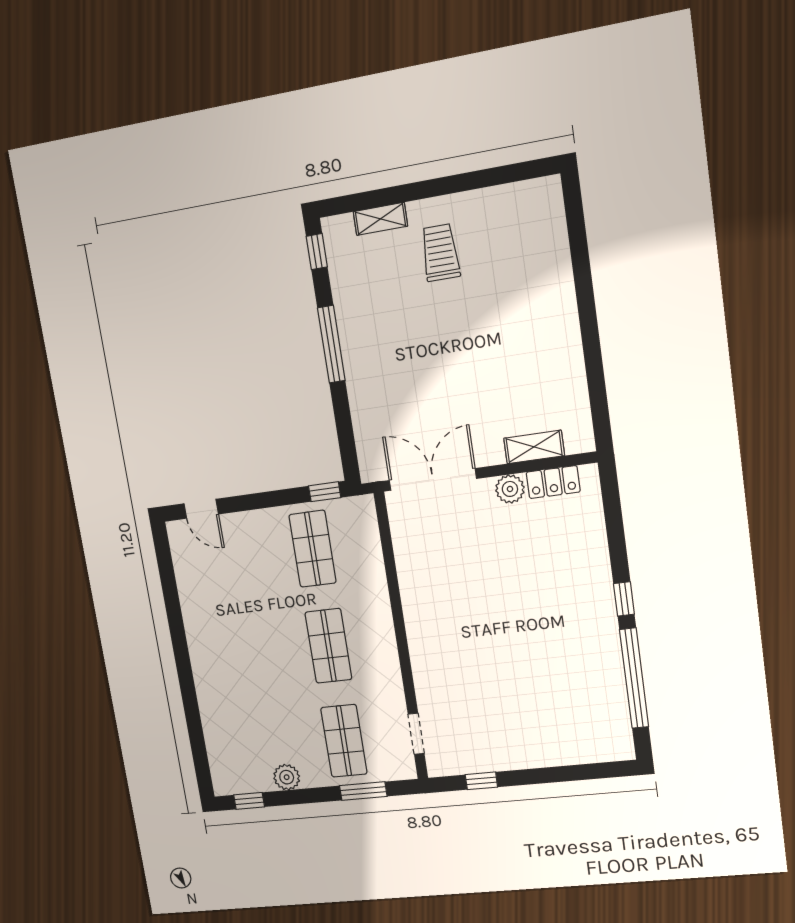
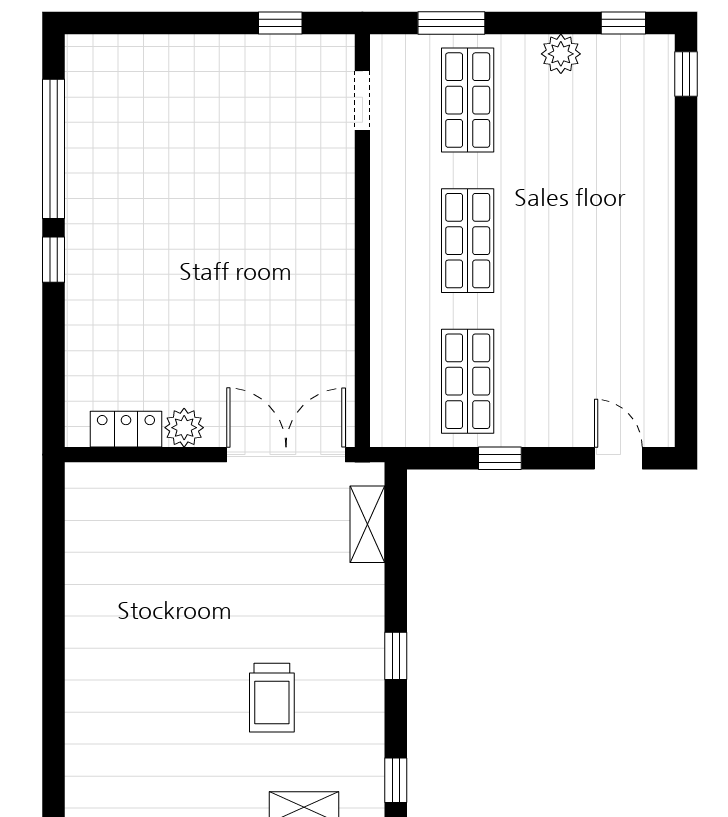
trolley: (440, 253) -> (272, 698), moved
window: (331, 344) -> (396, 656), width x0.46
shelving: (534, 447) -> (367, 524), moved, turned 90
double door: (433, 480) -> (286, 455), swing flipped
window: (325, 492) -> (500, 458), moved
window: (203, 771) -> (686, 74), added

